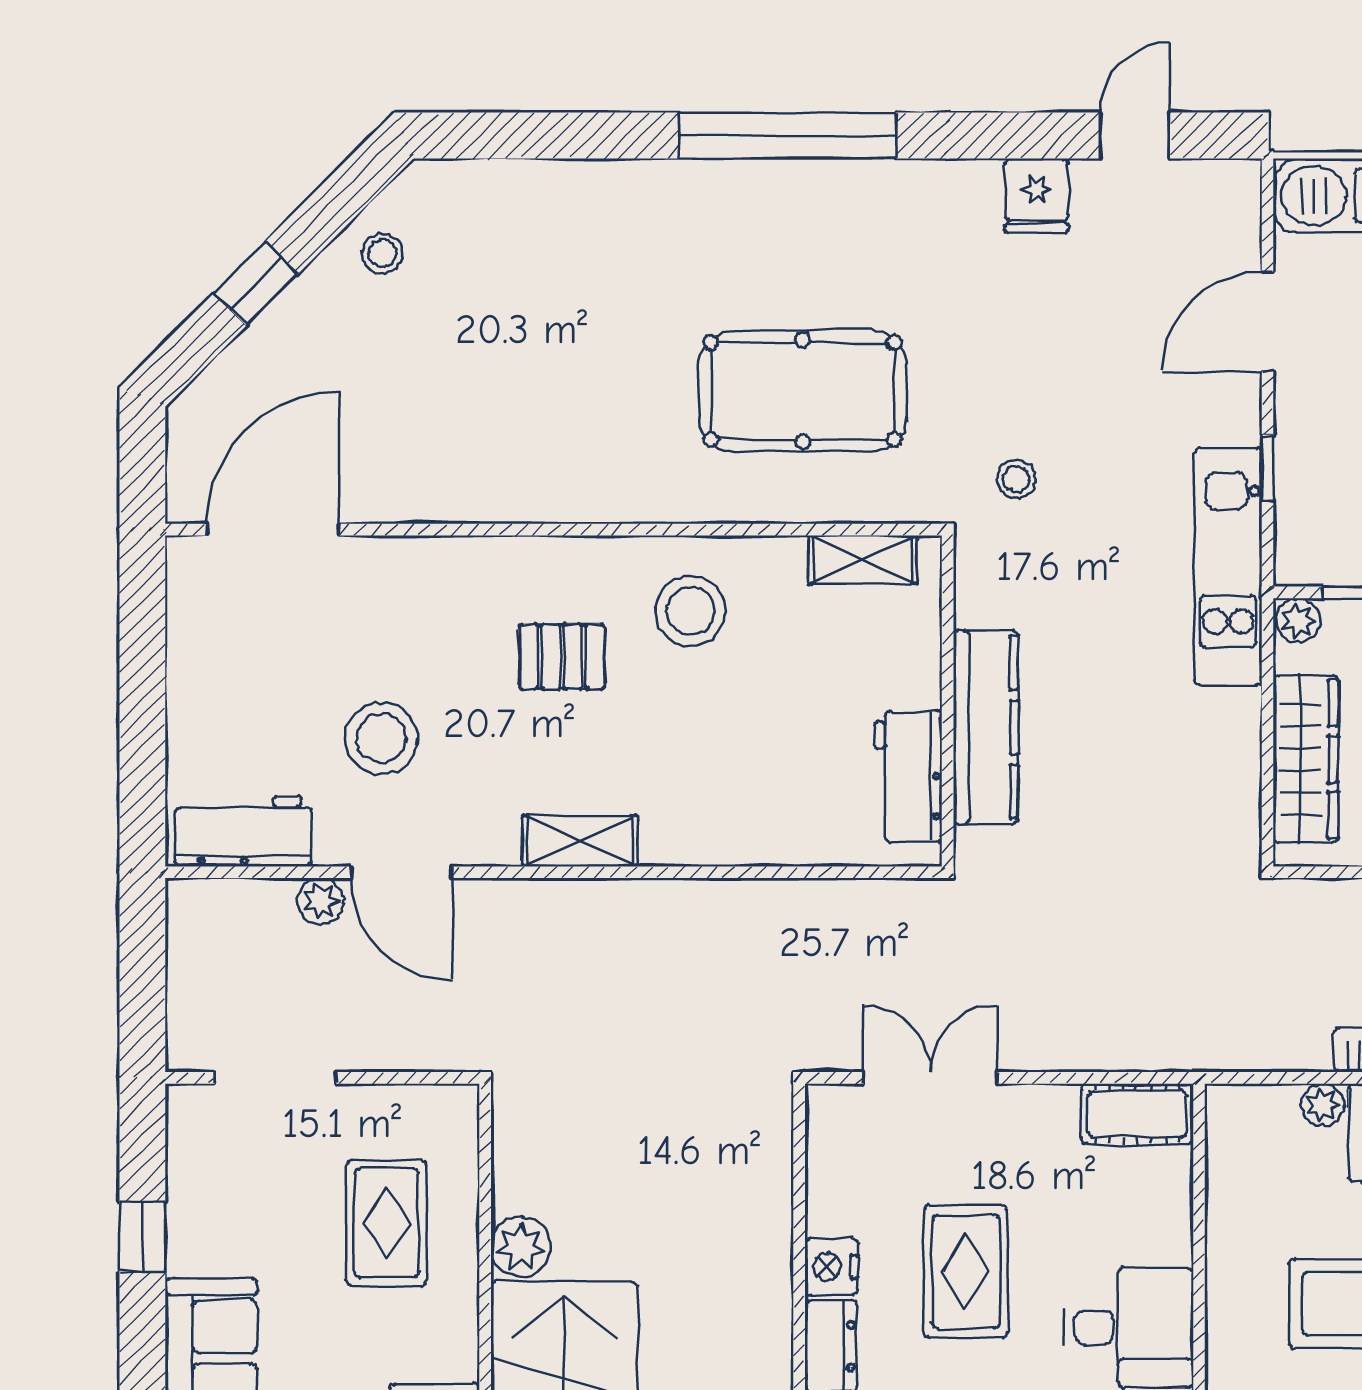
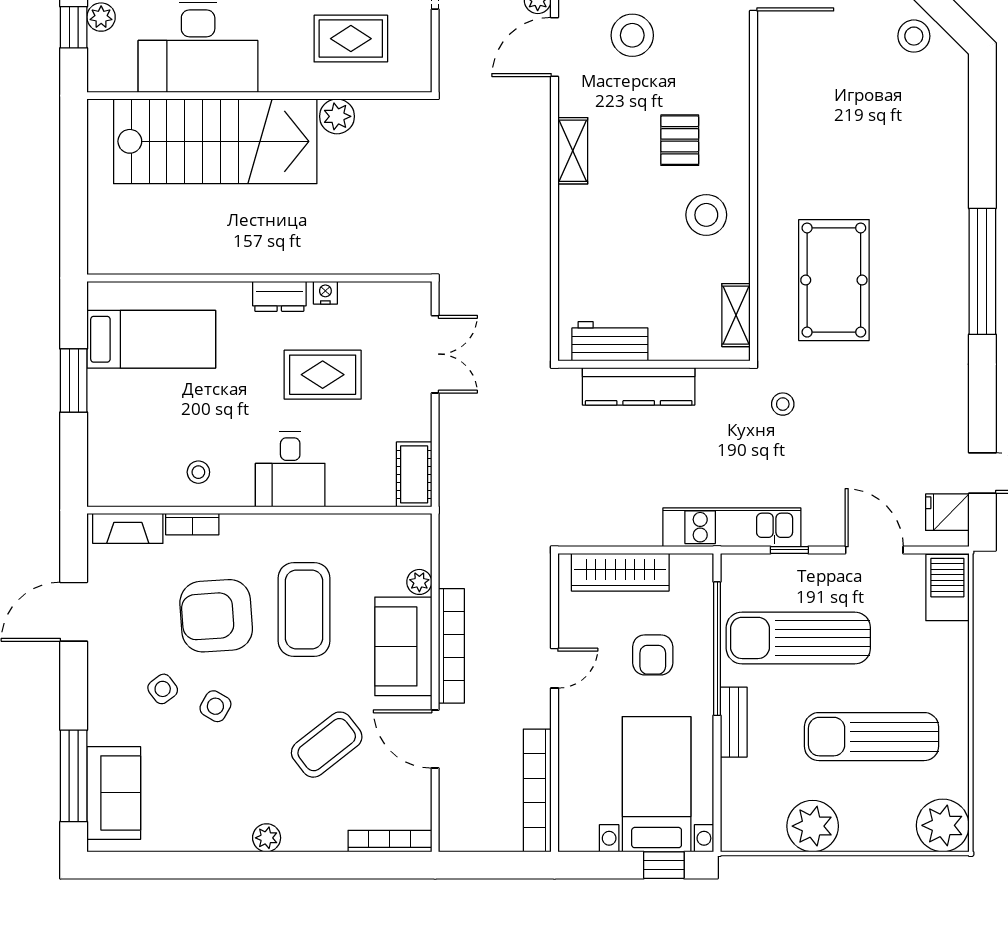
fridge: (1037, 196) -> (947, 512), moved
stool: (382, 253) -> (914, 36), width x1.37, depth x1.37
plant: (1298, 620) -> (701, 568), removed
nightstand: (831, 1267) -> (325, 293), width x0.72, depth x0.74

